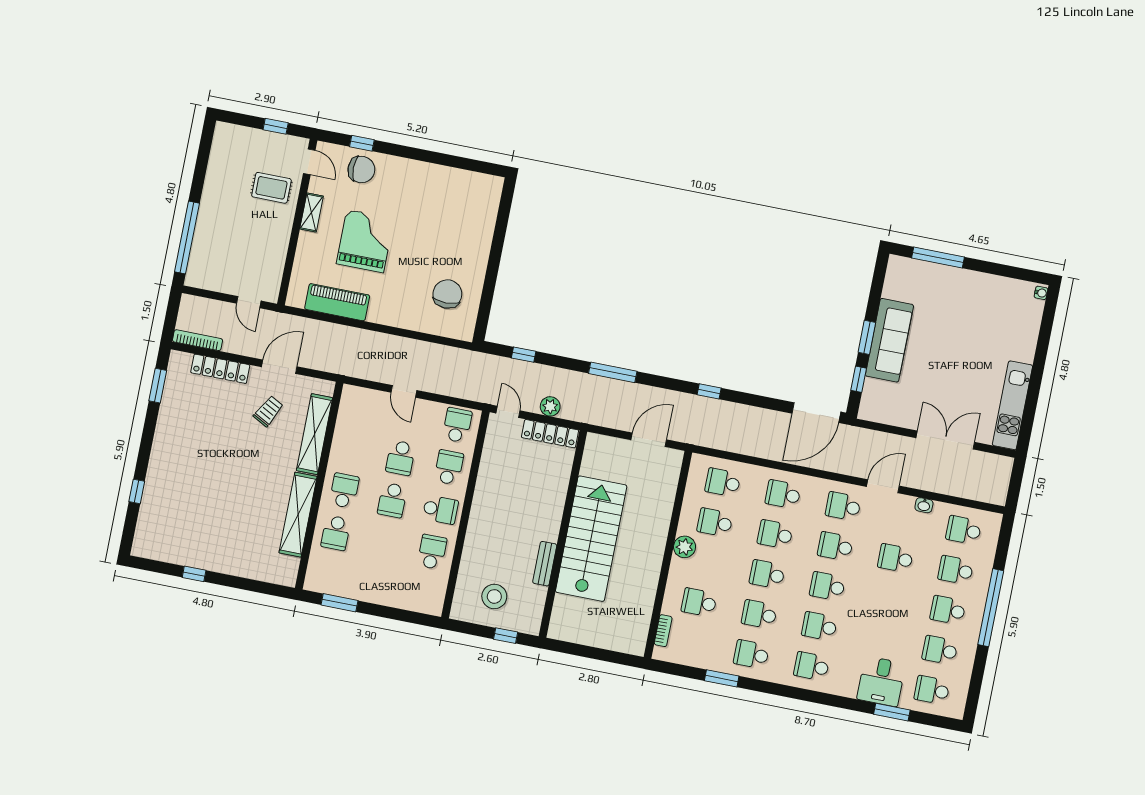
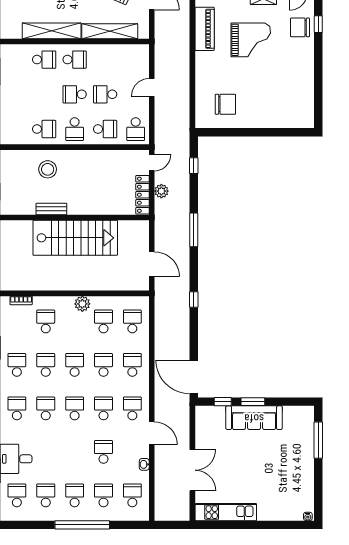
chair: (361, 169) -> (300, 27), turned 90
school desk: (457, 425) -> (136, 129), turned 90
school desk: (336, 533) -> (44, 60), turned 180
stool: (494, 596) -> (48, 169), moved

